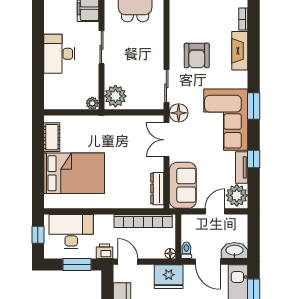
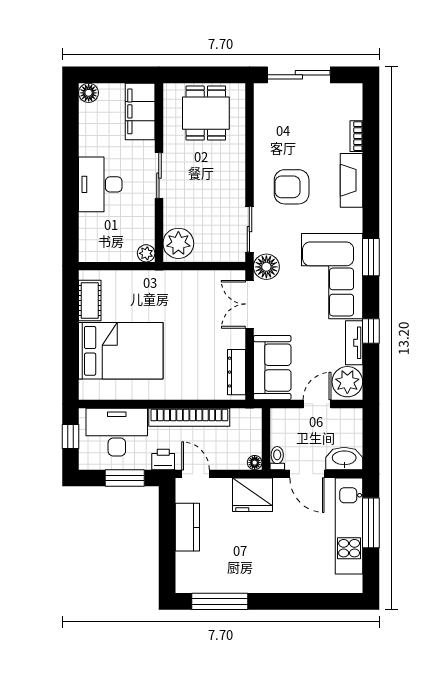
armchair: (197, 55) -> (292, 187), turned 90
bookcase: (143, 221) -> (189, 417), moved

